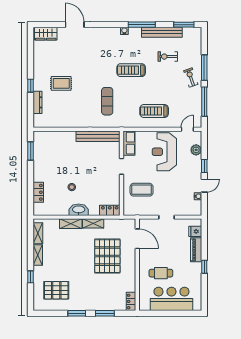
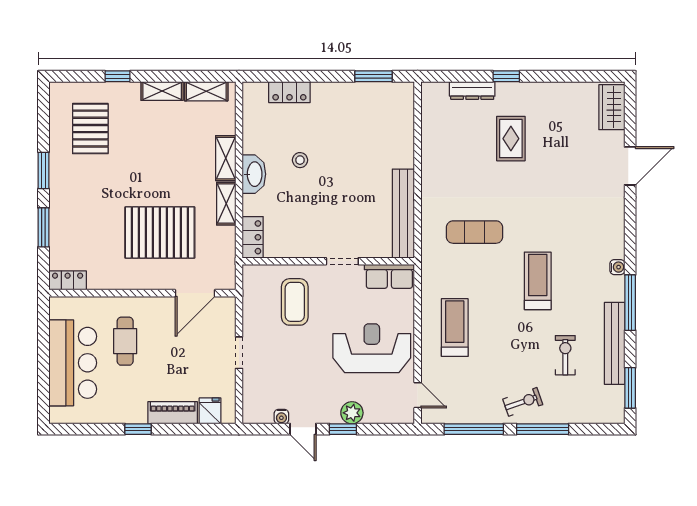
plant: (196, 150) -> (352, 413), moved

